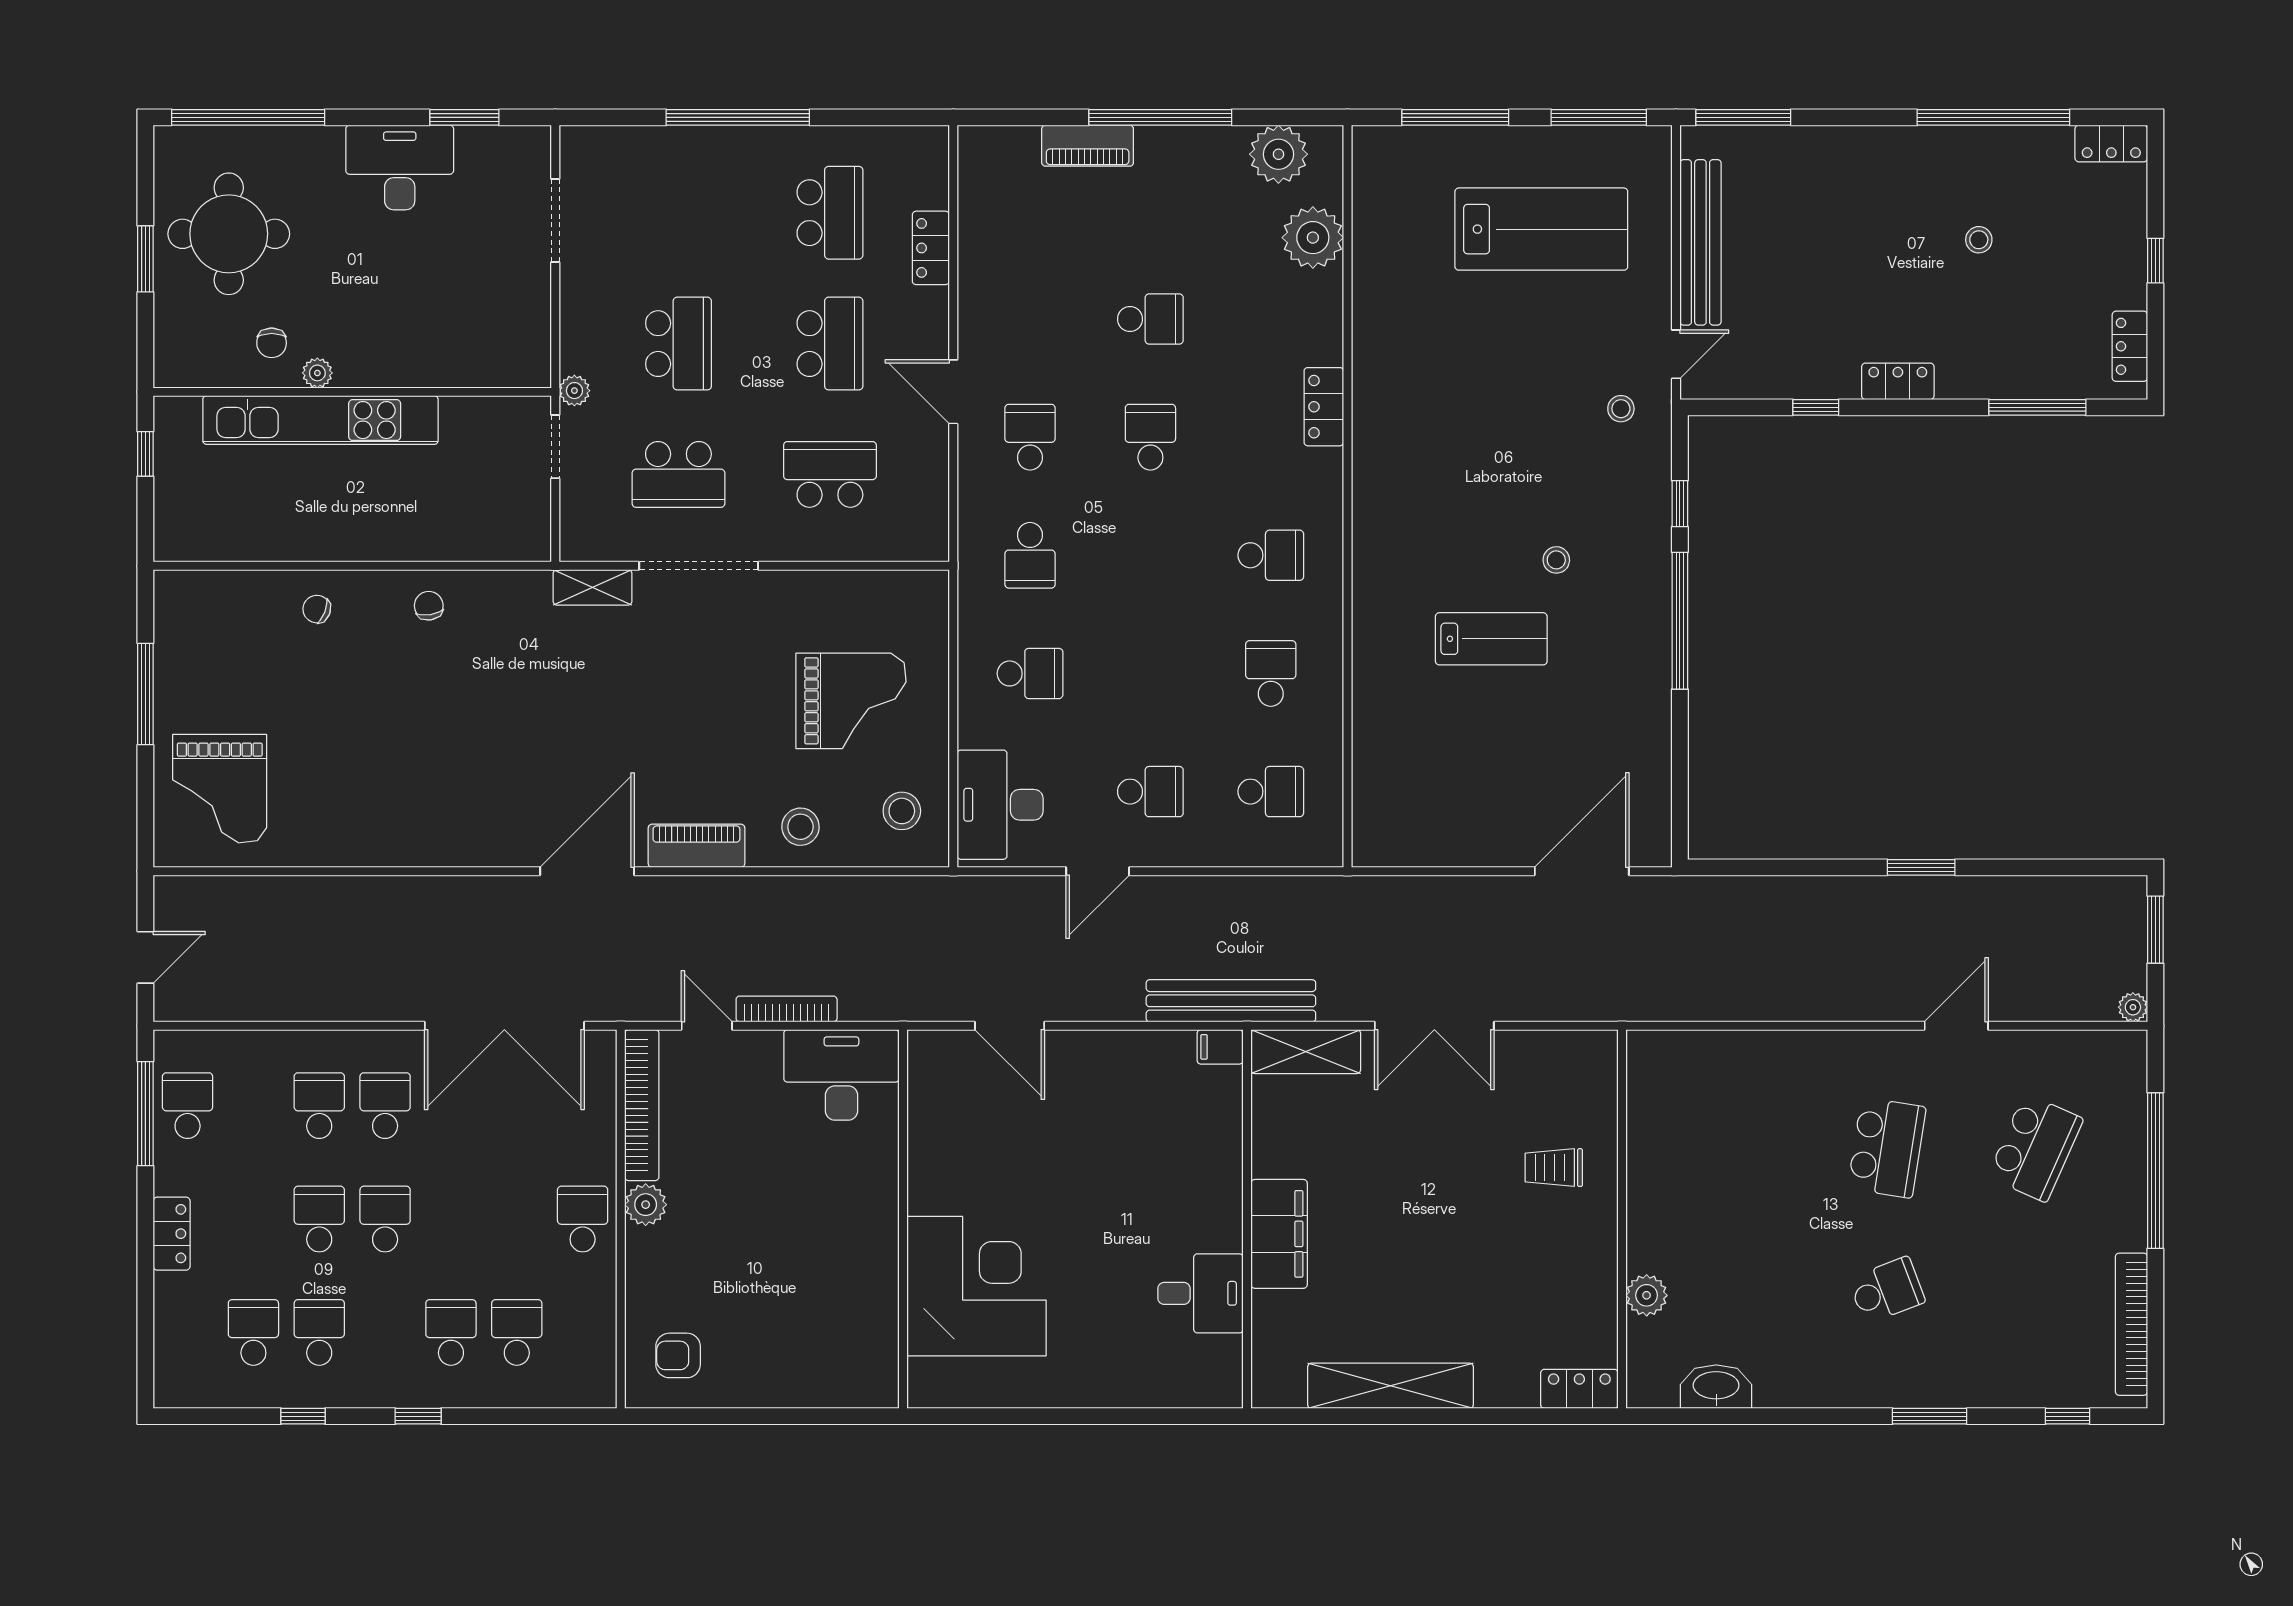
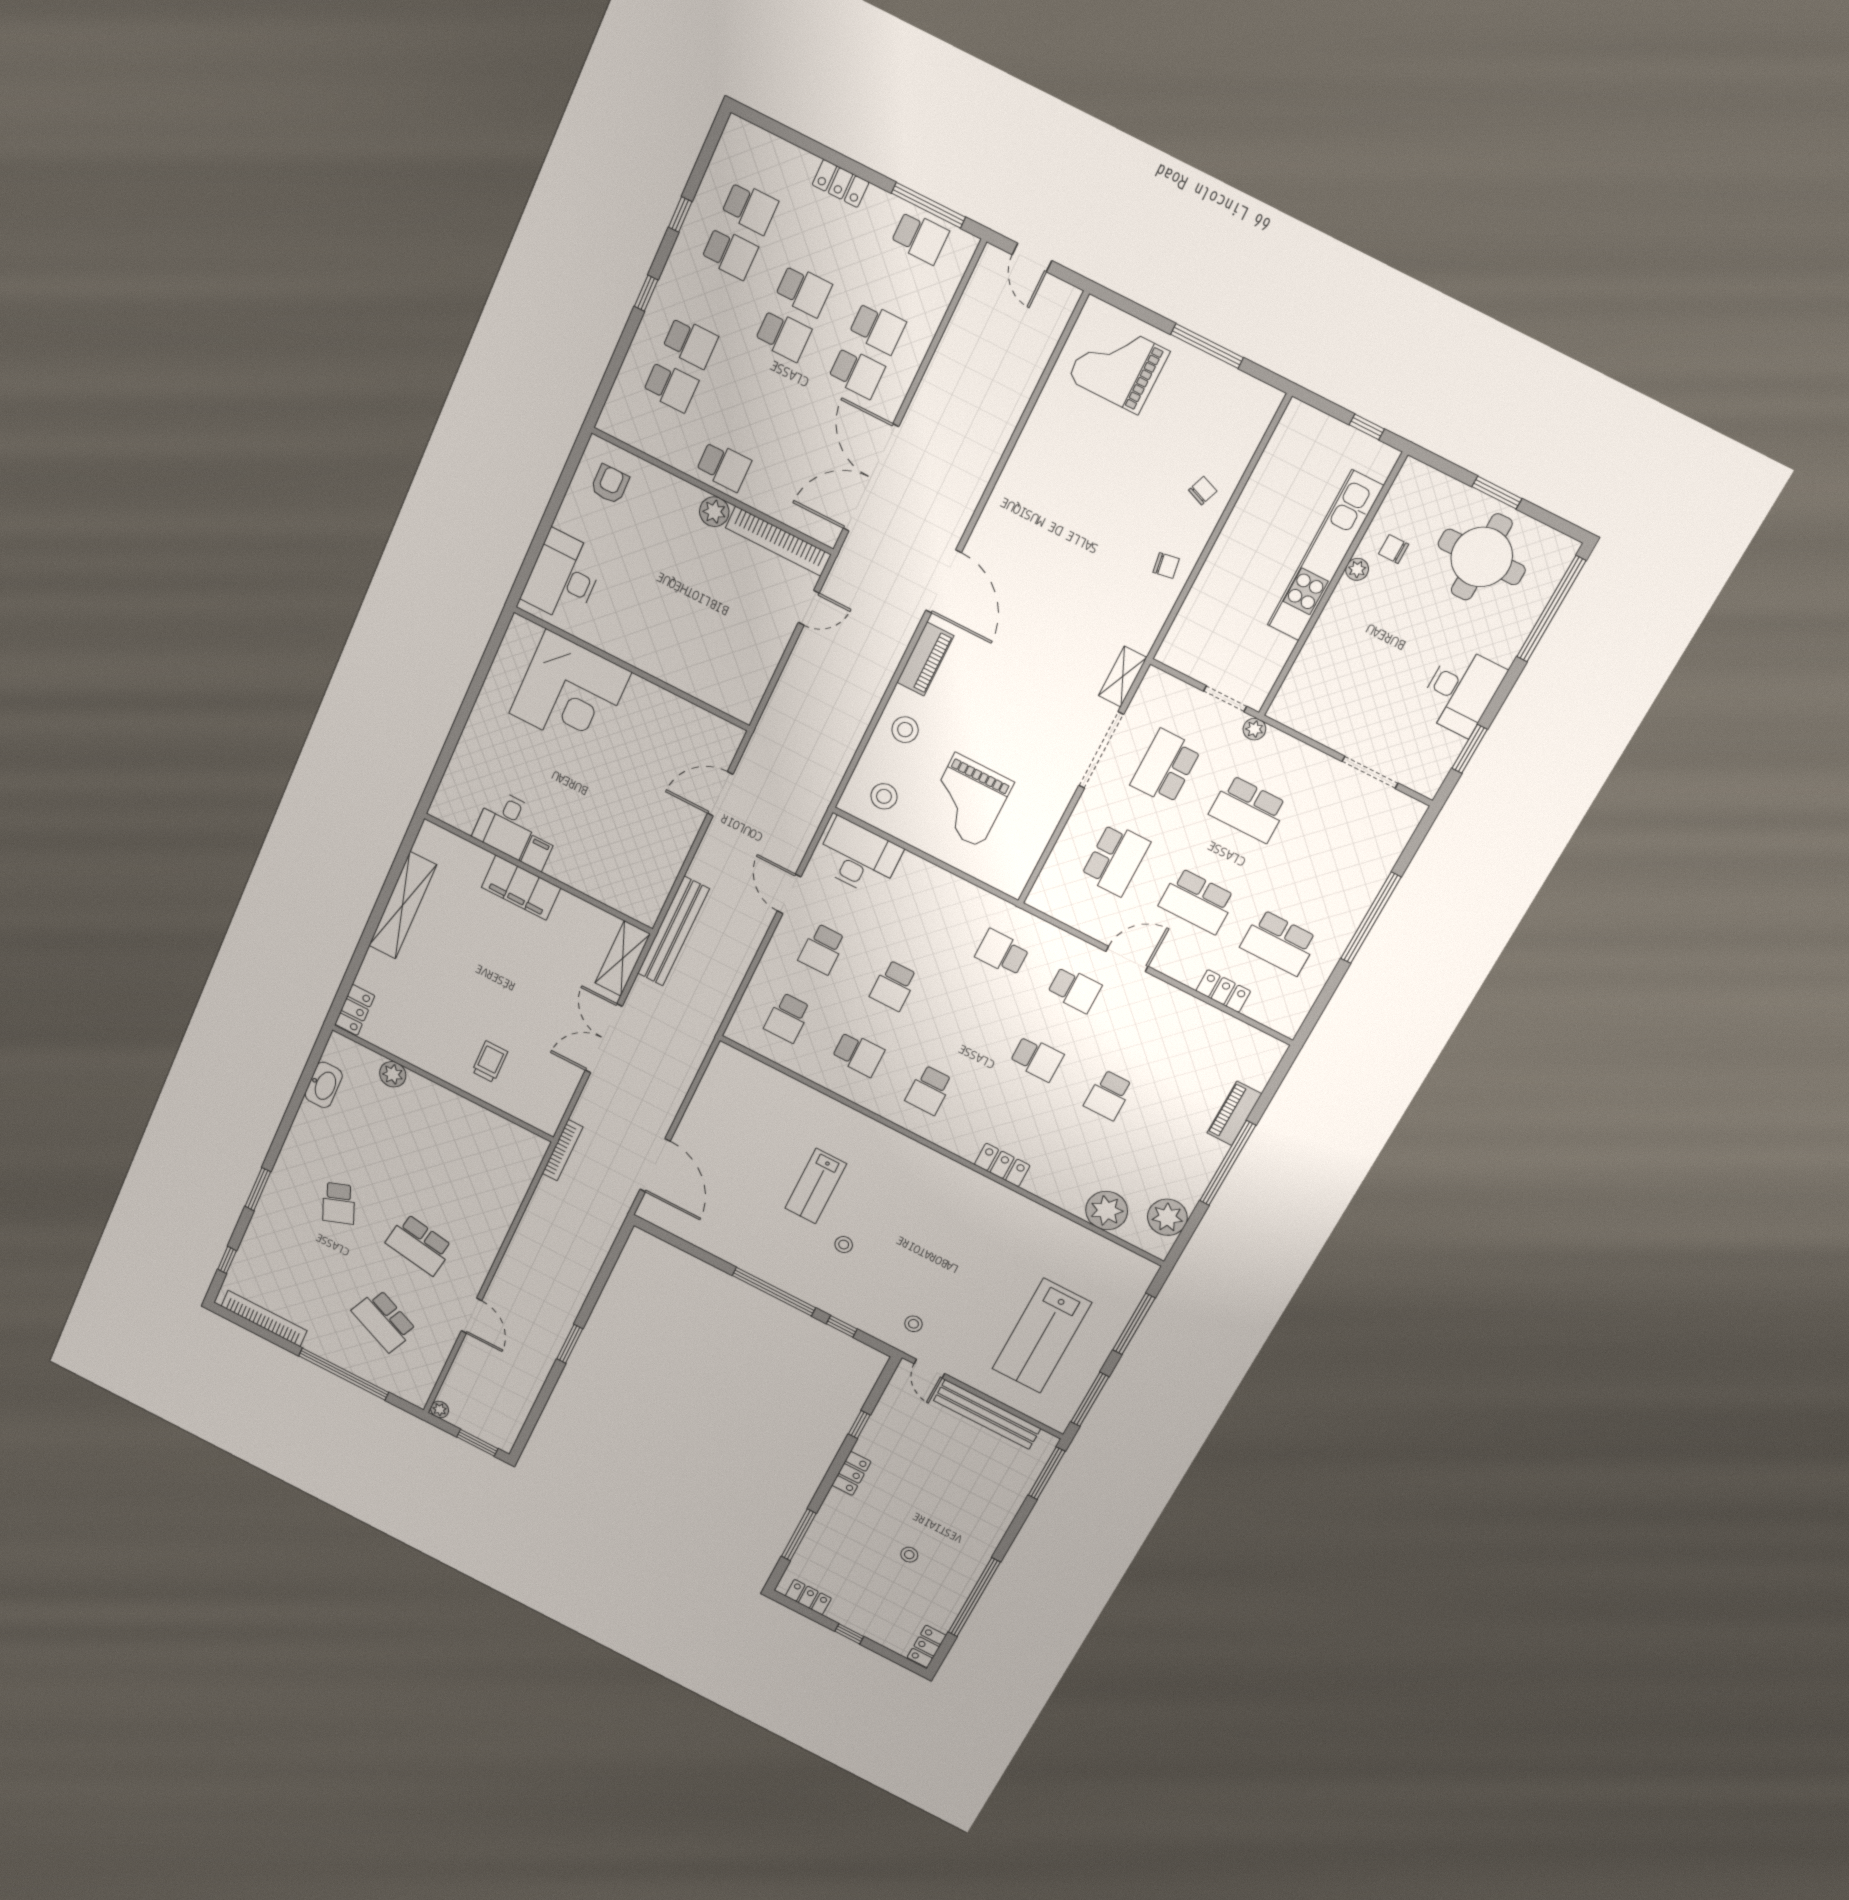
school desk: (1030, 673) -> (894, 986), moved
bookcase: (787, 1009) -> (562, 1150), moved
filing cabinet: (1220, 1047) -> (537, 854), moved
desk: (841, 1075) -> (563, 577), moved, turned 180

